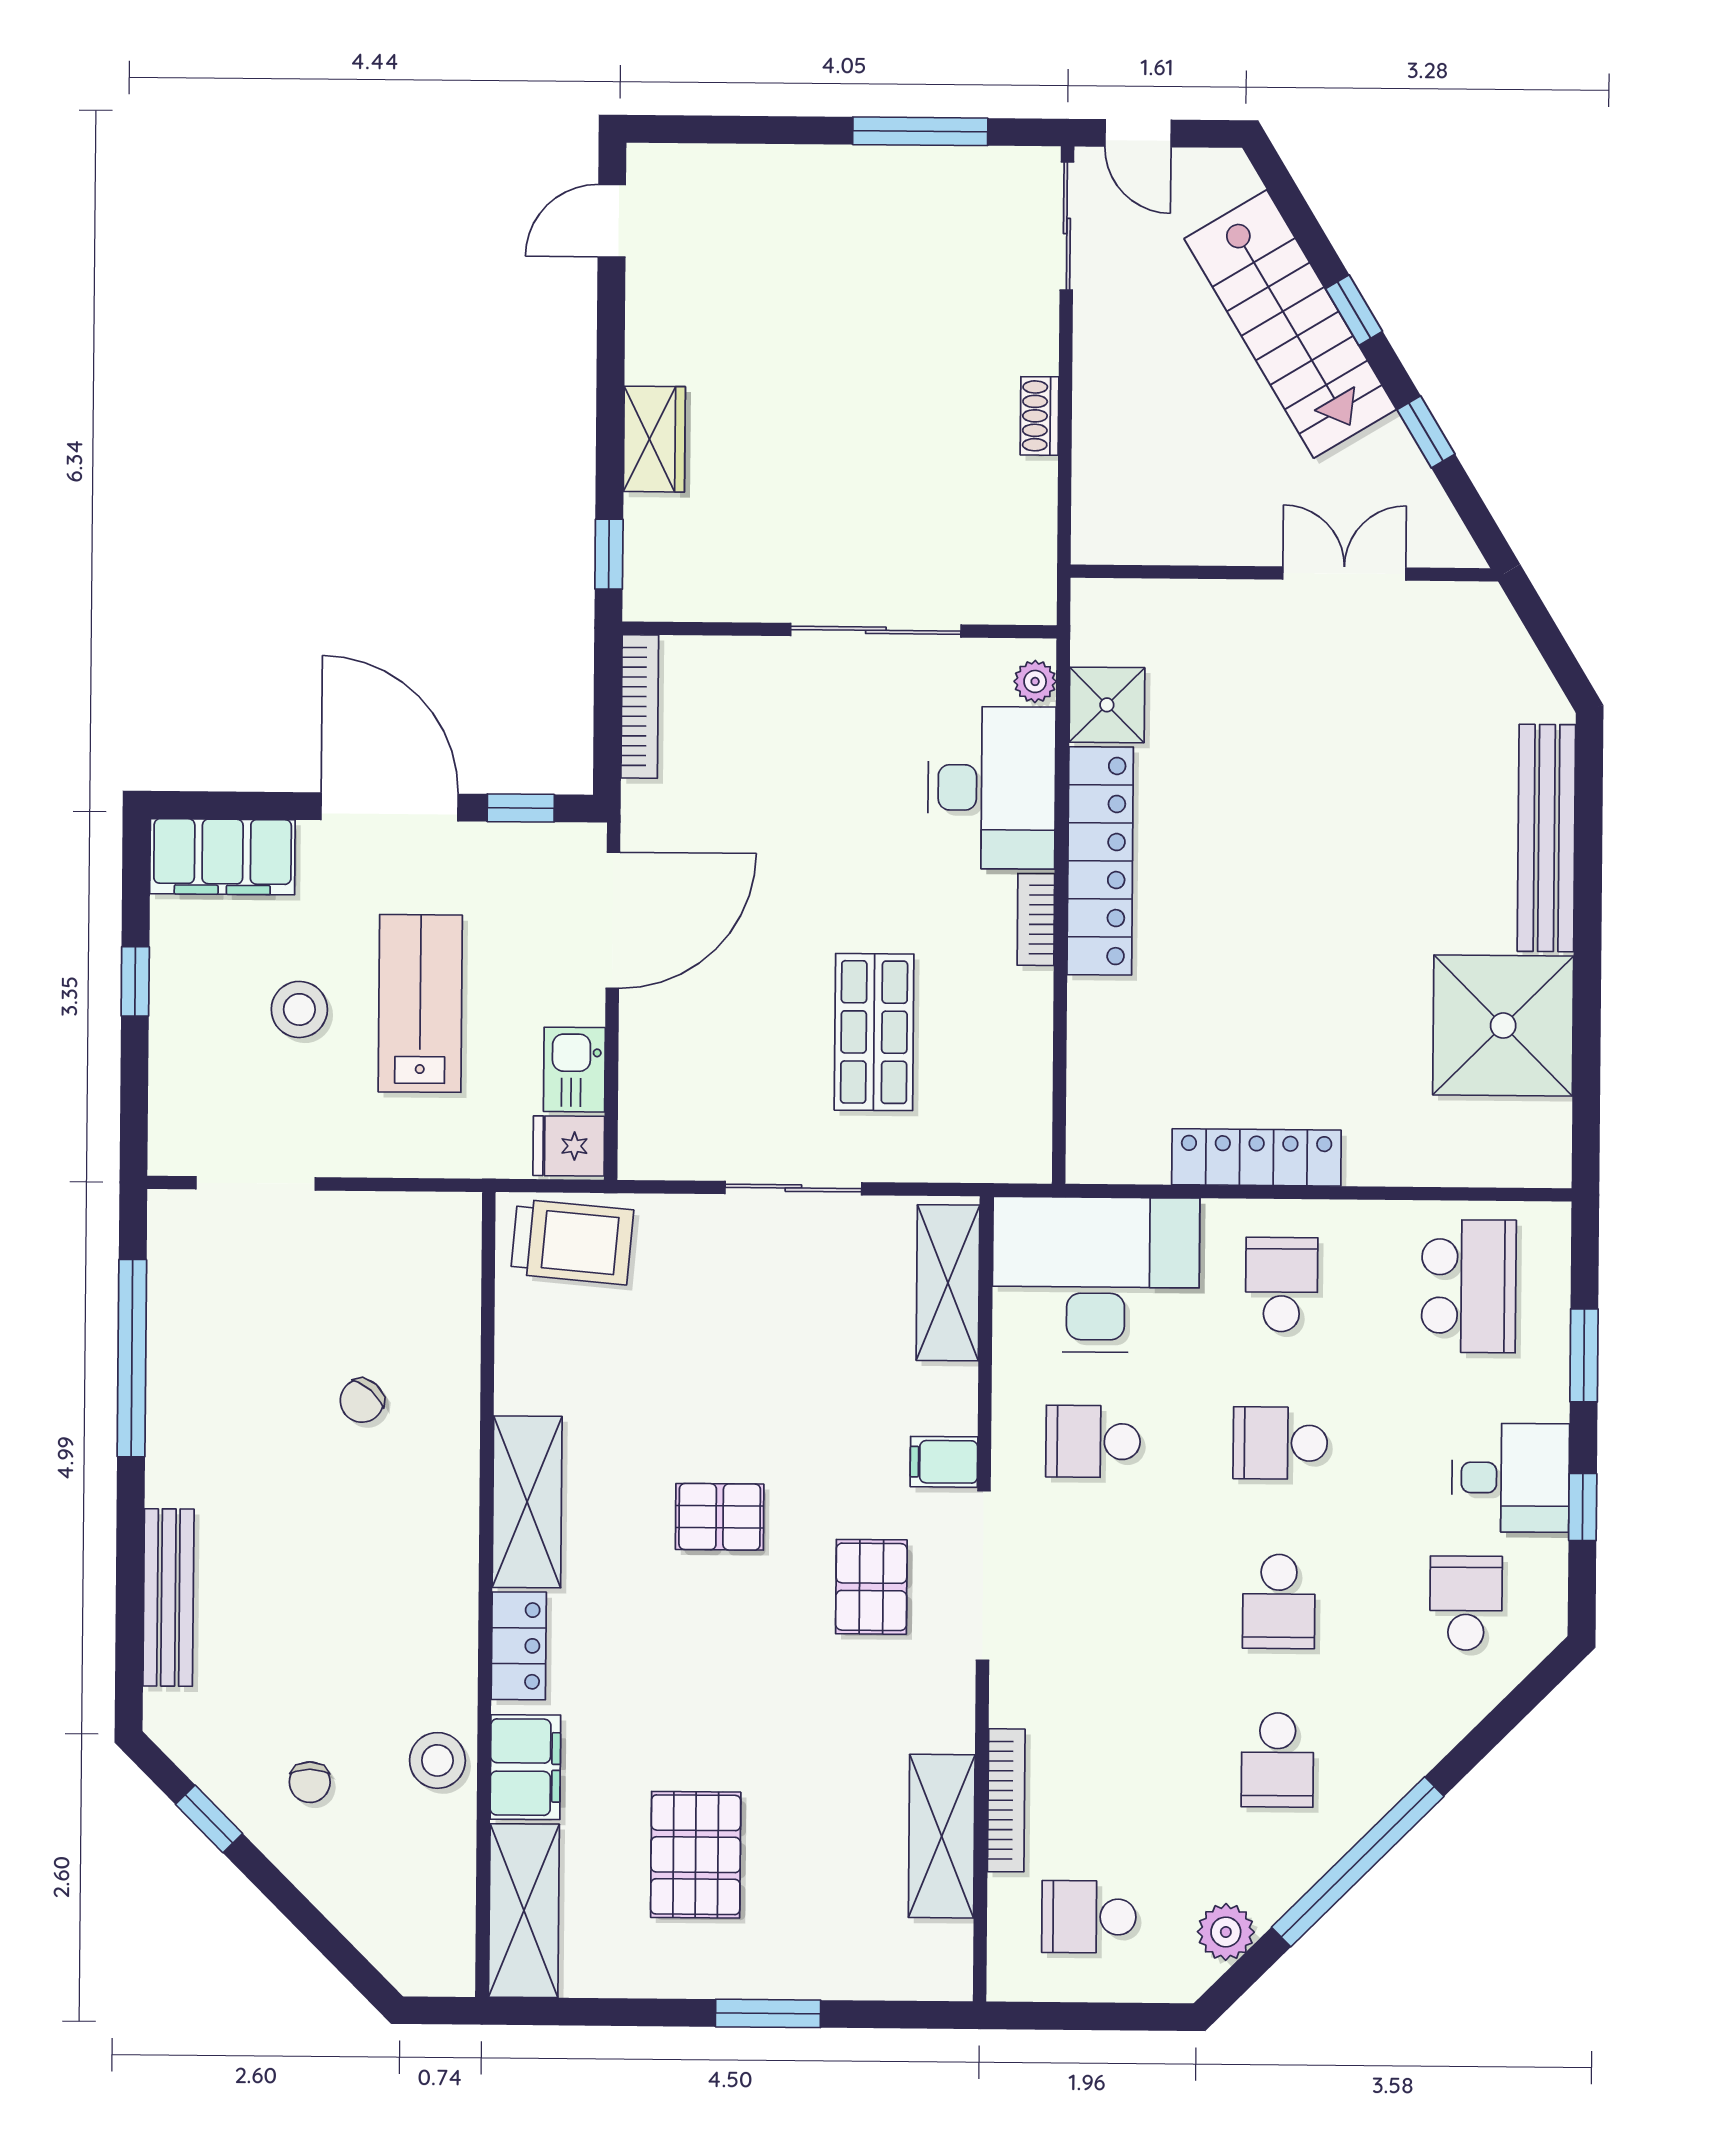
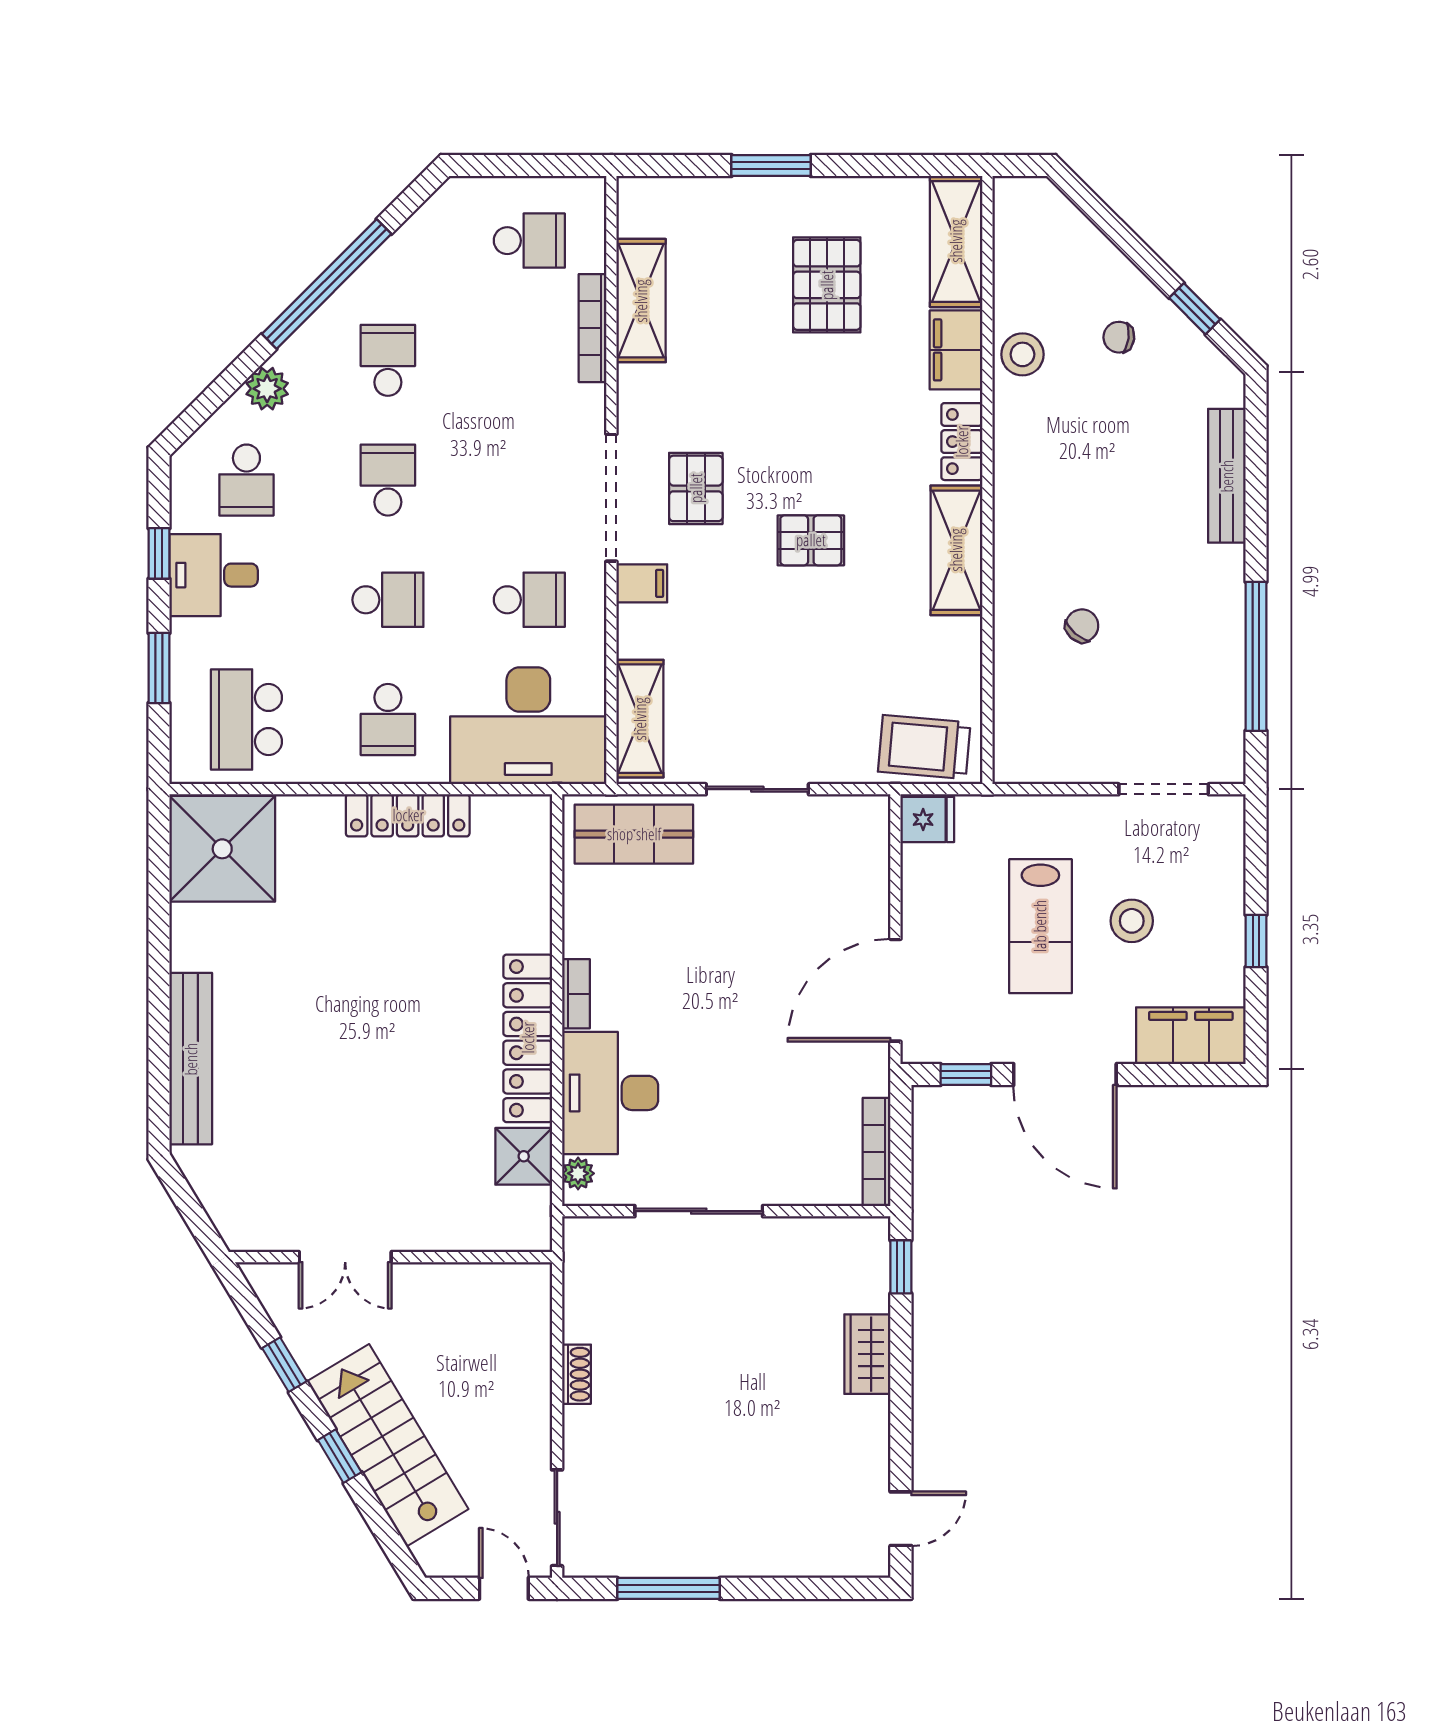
shower: (1503, 1026) -> (222, 849), moved
shop shelf: (874, 1032) -> (634, 834), moved, turned 90
kitchen sink: (574, 1070) -> (924, 877), removed
chair: (310, 1782) -> (1119, 337), turned -83
plant: (1226, 1932) -> (267, 389), moved

